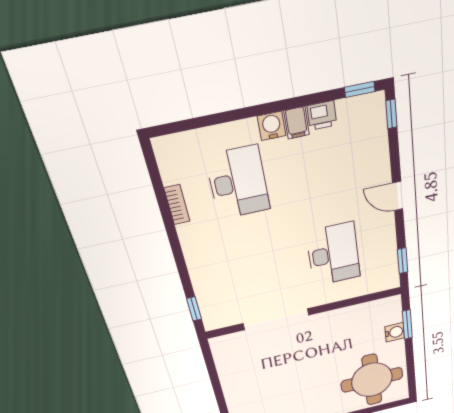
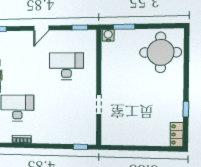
doorway: (276, 319) -> (99, 104), width x0.53
water cooler: (395, 332) -> (108, 35), moved

